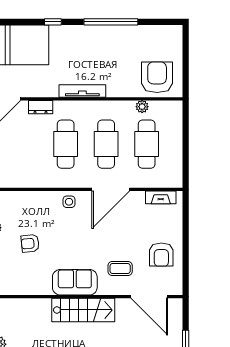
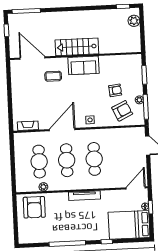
dresser: (41, 107) -> (112, 183), removed
armchair: (161, 255) -> (122, 111), moved, turned 65

